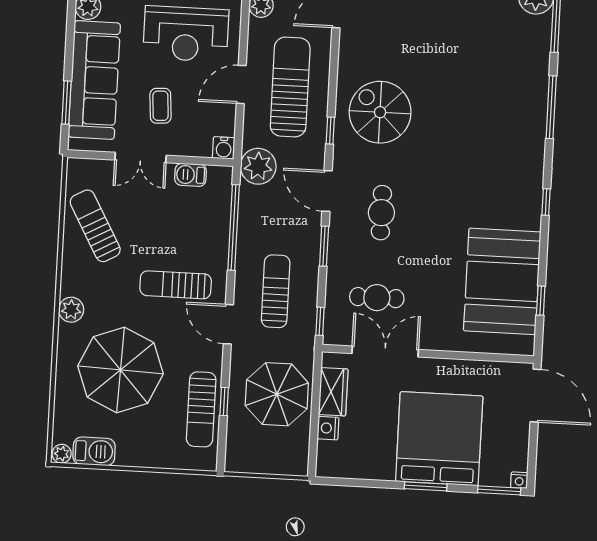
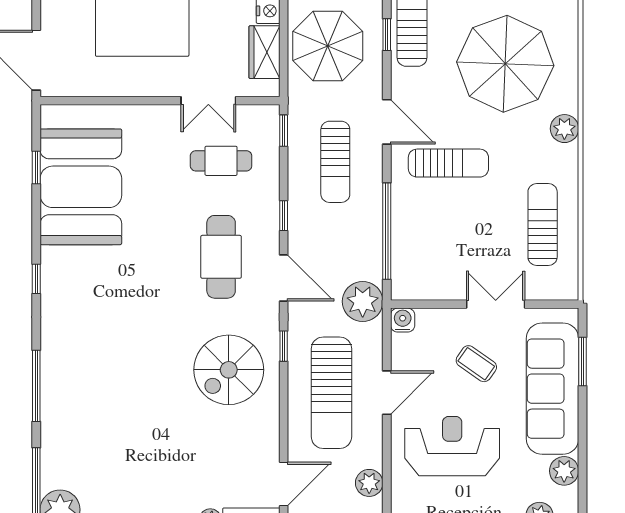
coffee table: (161, 106) -> (476, 364), turned -51
spiral stairs: (380, 112) -> (229, 370), turned 90
barbecue: (190, 175) -> (438, 288), removed
cafe table: (381, 213) -> (221, 257), width x1.37, depth x1.35
sun lounger: (95, 226) -> (543, 225), turned -151
window: (324, 246) -> (284, 216), width x0.67
double door: (385, 352) -> (208, 101), width x0.73

